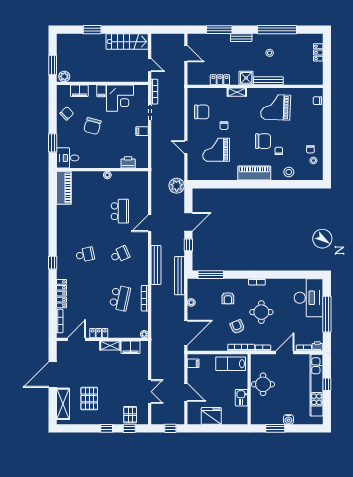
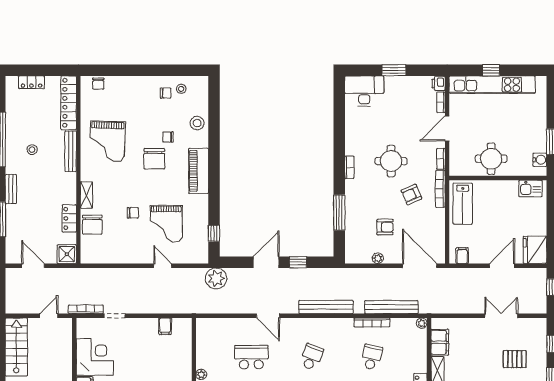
door: (186, 54) -> (33, 266), hinge flipped
shower: (246, 78) -> (67, 254), moved
locker: (303, 79) -> (69, 103), added
chair: (202, 112) -> (92, 225), moved, turned 180
filing cabinet: (142, 131) -> (165, 326), moved
chair: (263, 141) -> (154, 159), turned 180
door: (186, 147) -> (163, 266), swing flipped
printer: (128, 162) -> (184, 346), removed
window: (209, 184) -> (214, 233), added
door: (188, 222) -> (266, 262), hinge flipped
school desk: (120, 255) -> (311, 357), turned 45
window: (211, 275) -> (339, 212), moved
bench: (179, 276) -> (391, 307), moved
school desk: (120, 298) -> (372, 357), width x0.54
armchair: (228, 298) -> (385, 227), moved
desk: (309, 298) -> (364, 91), width x0.73, depth x0.77
window: (327, 314) -> (394, 70), width x0.47
door: (285, 352) -> (447, 128), hinge flipped
kitchen sink: (242, 398) -> (530, 189), moved
pallet: (130, 415) -> (515, 359), moved
fridge: (211, 416) -> (535, 250), moved
water cooler: (288, 419) -> (540, 160), moved

